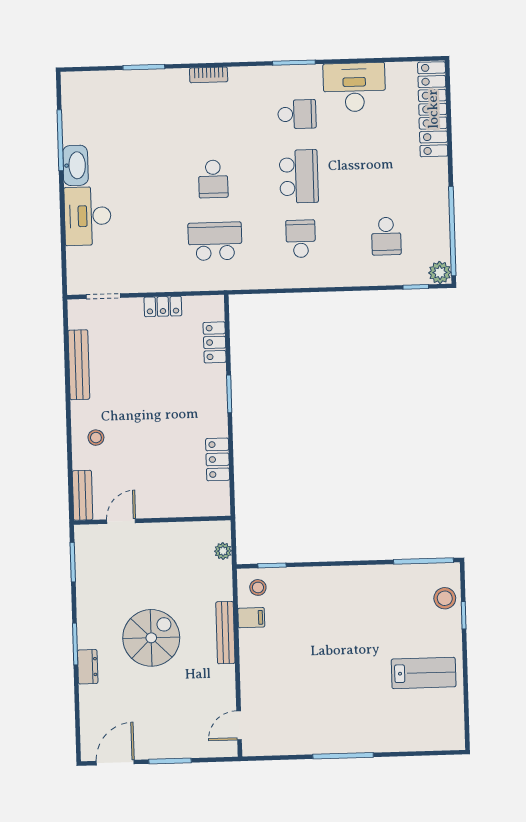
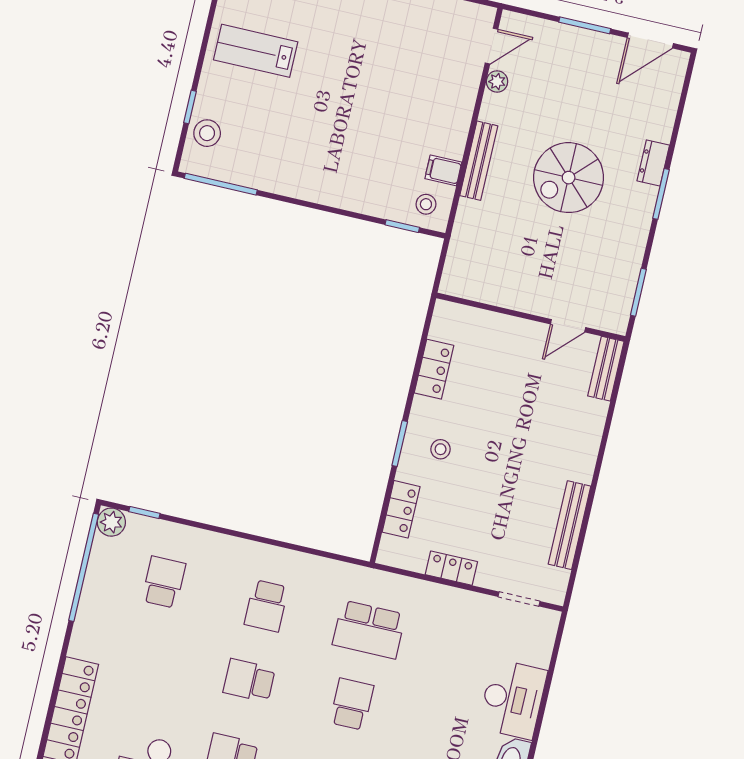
school desk: (299, 176) -> (249, 680), width x0.54
stool: (96, 438) -> (441, 449), moved
plant: (223, 551) -> (497, 82), moved

